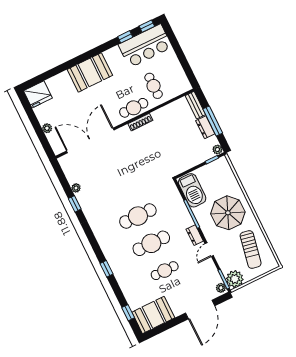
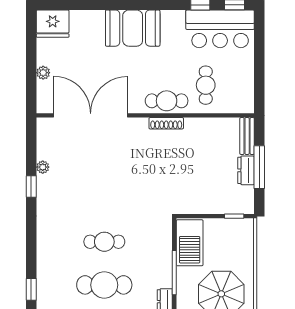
plant: (217, 149) -> (247, 206), removed
cafe table: (138, 216) -> (104, 242), width x0.73, depth x0.74

